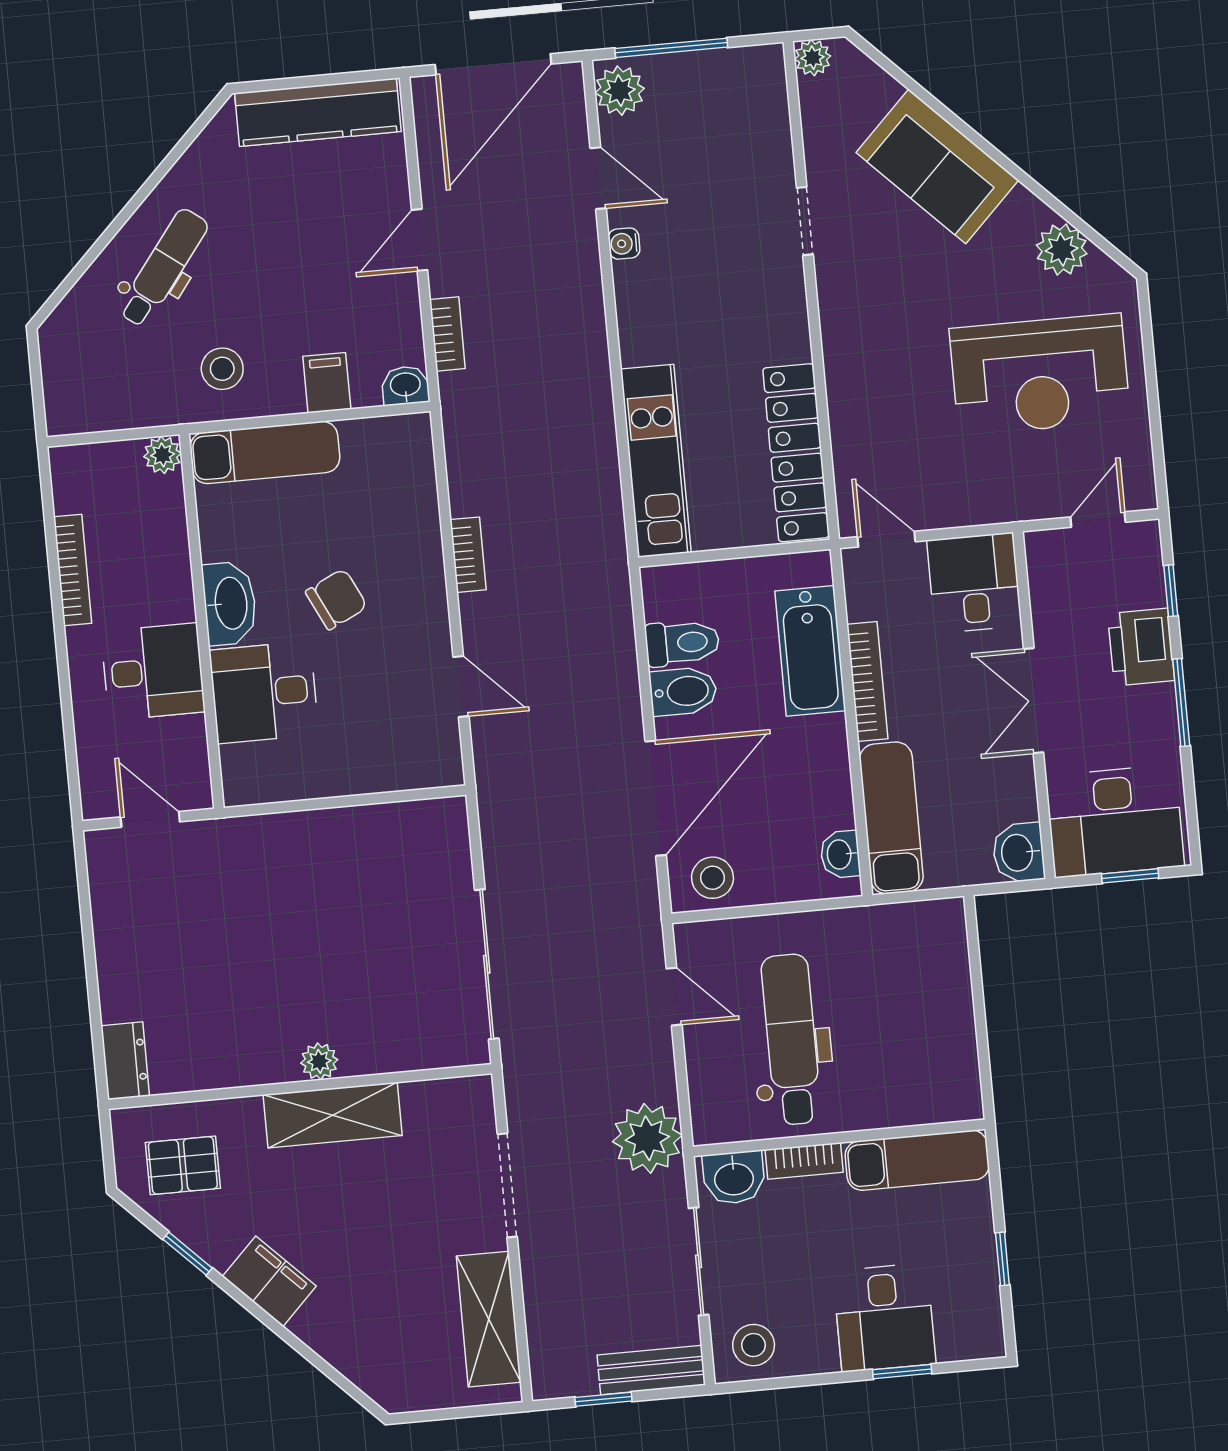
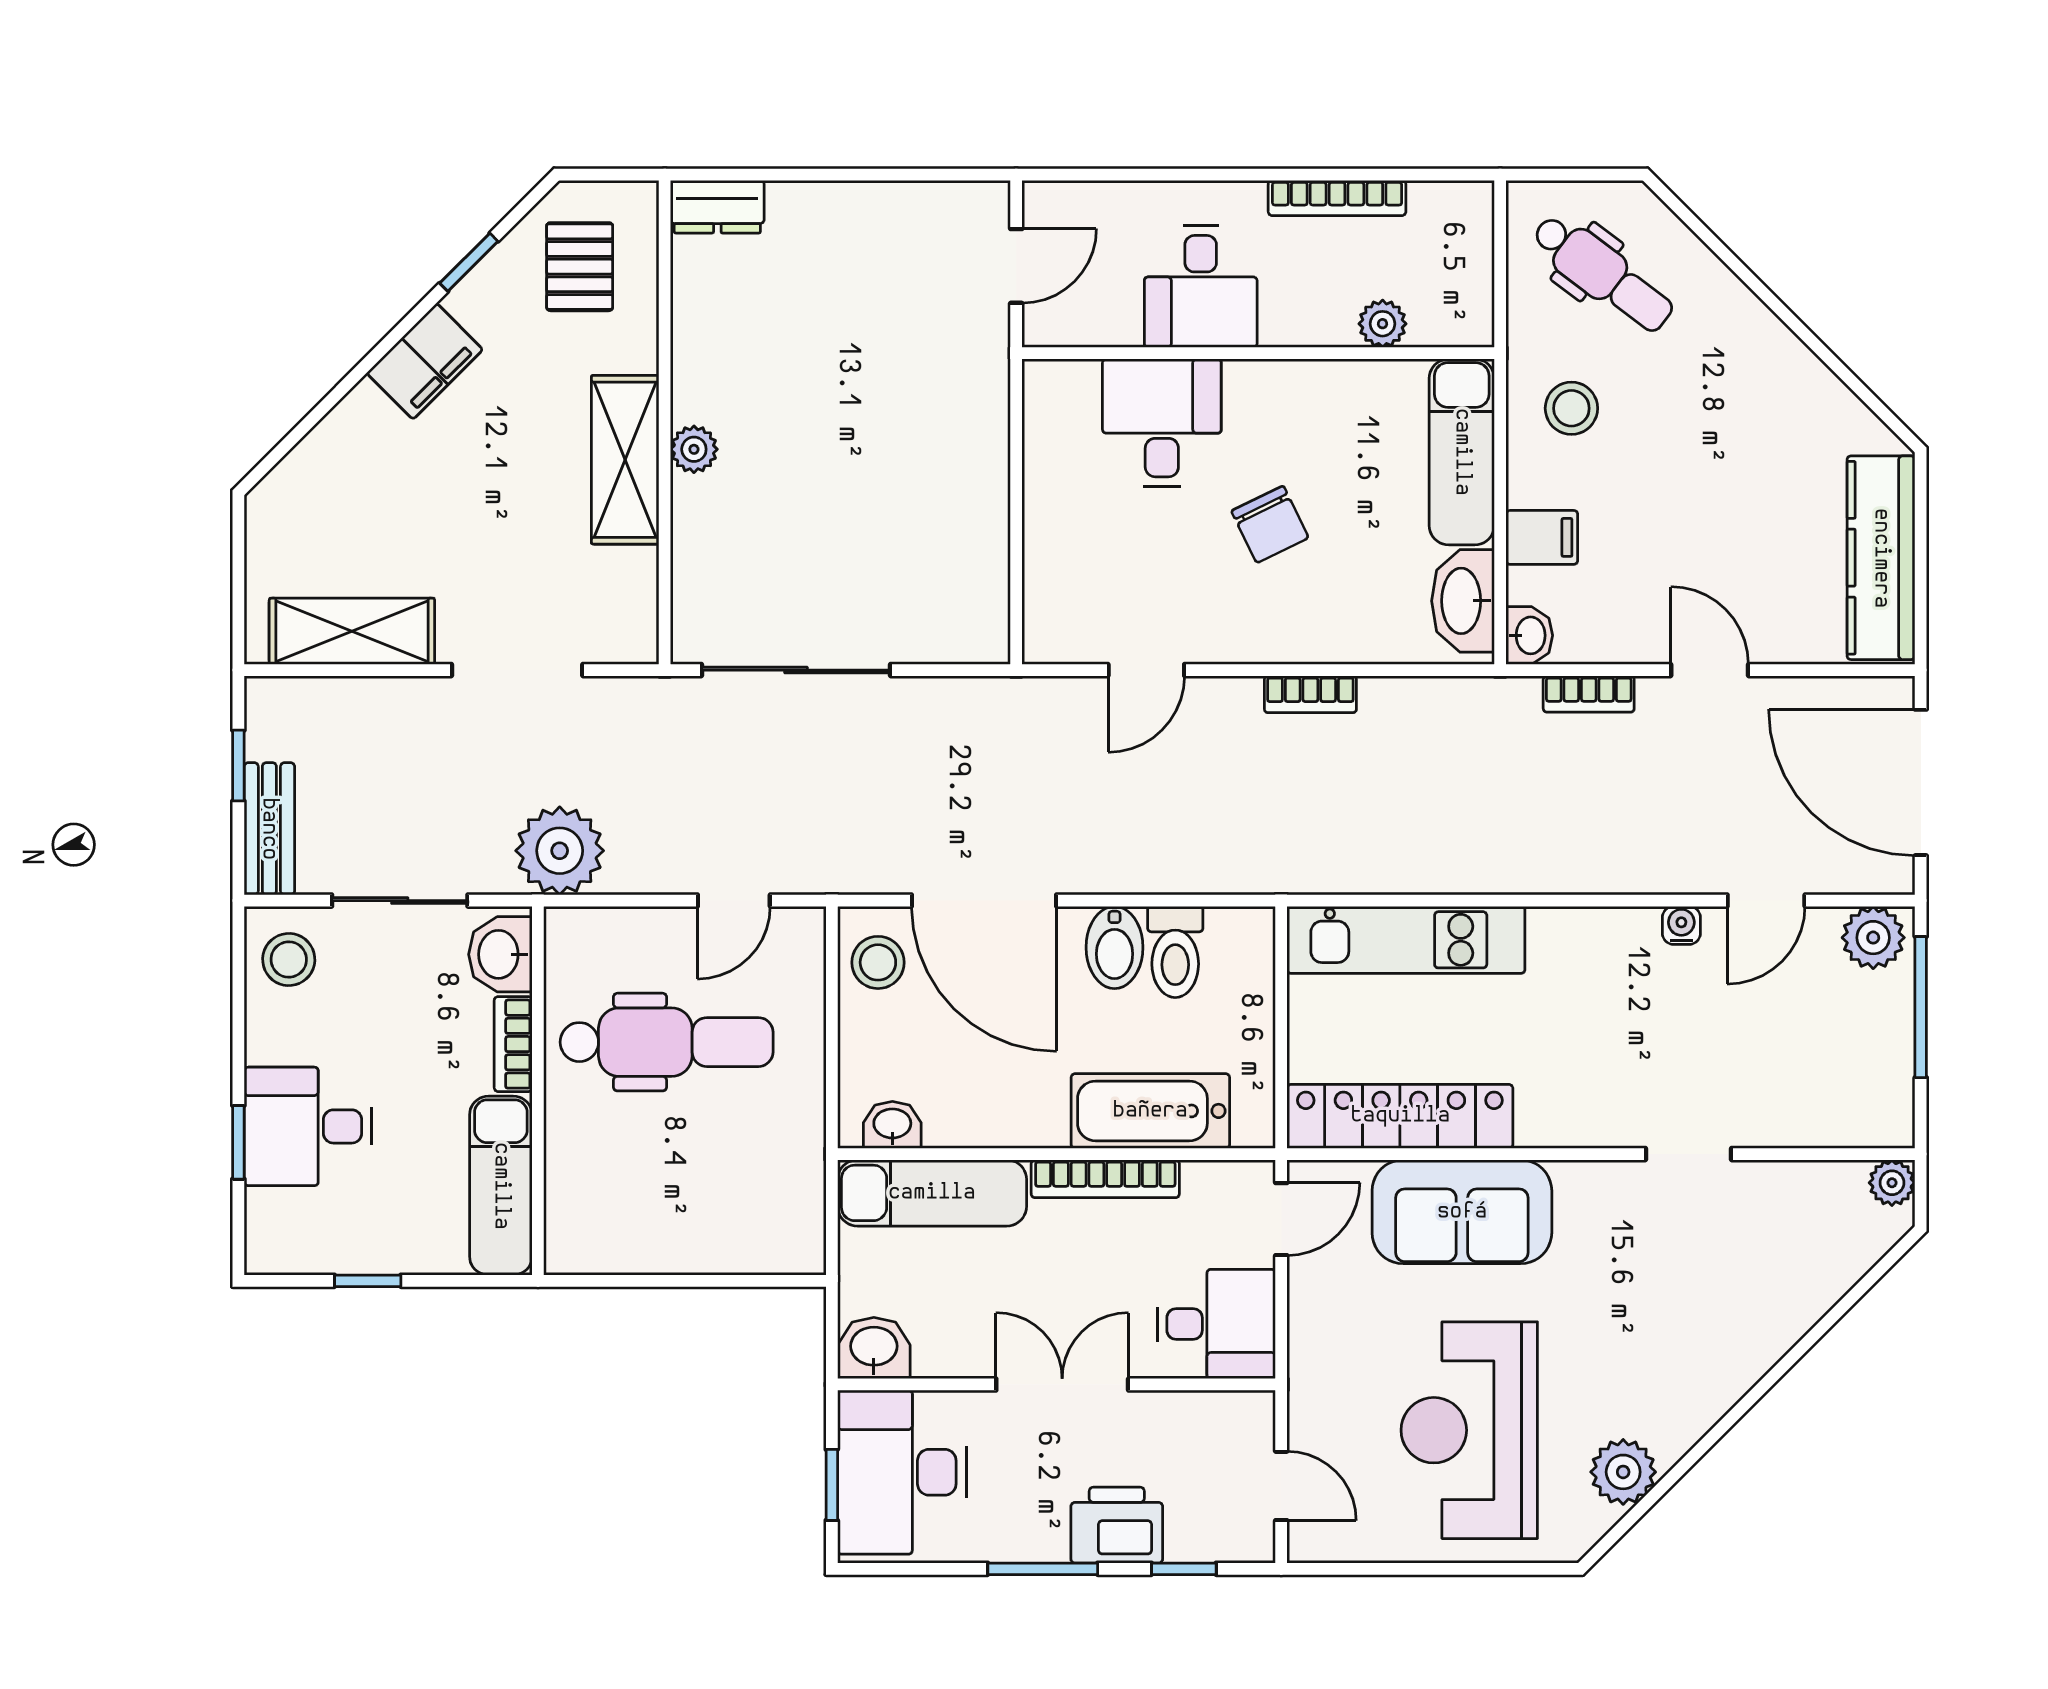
sofa: (937, 166) -> (1462, 1212), moved, turned -135
dental chair: (163, 268) -> (1603, 273), moved
plant: (163, 455) -> (1383, 324), moved
washbasin: (230, 603) -> (1463, 601), moved, turned 90

